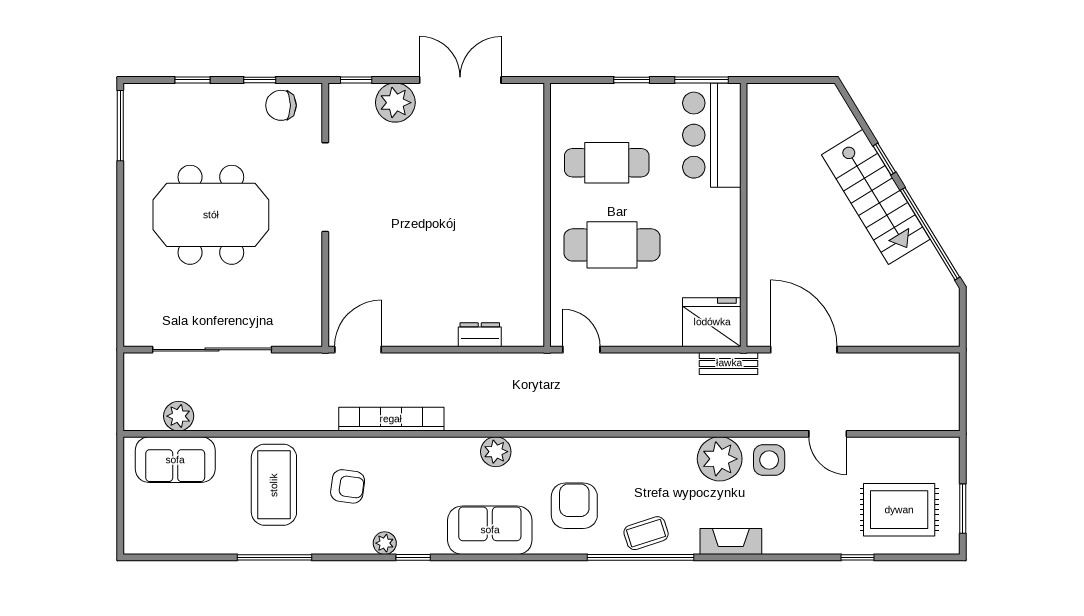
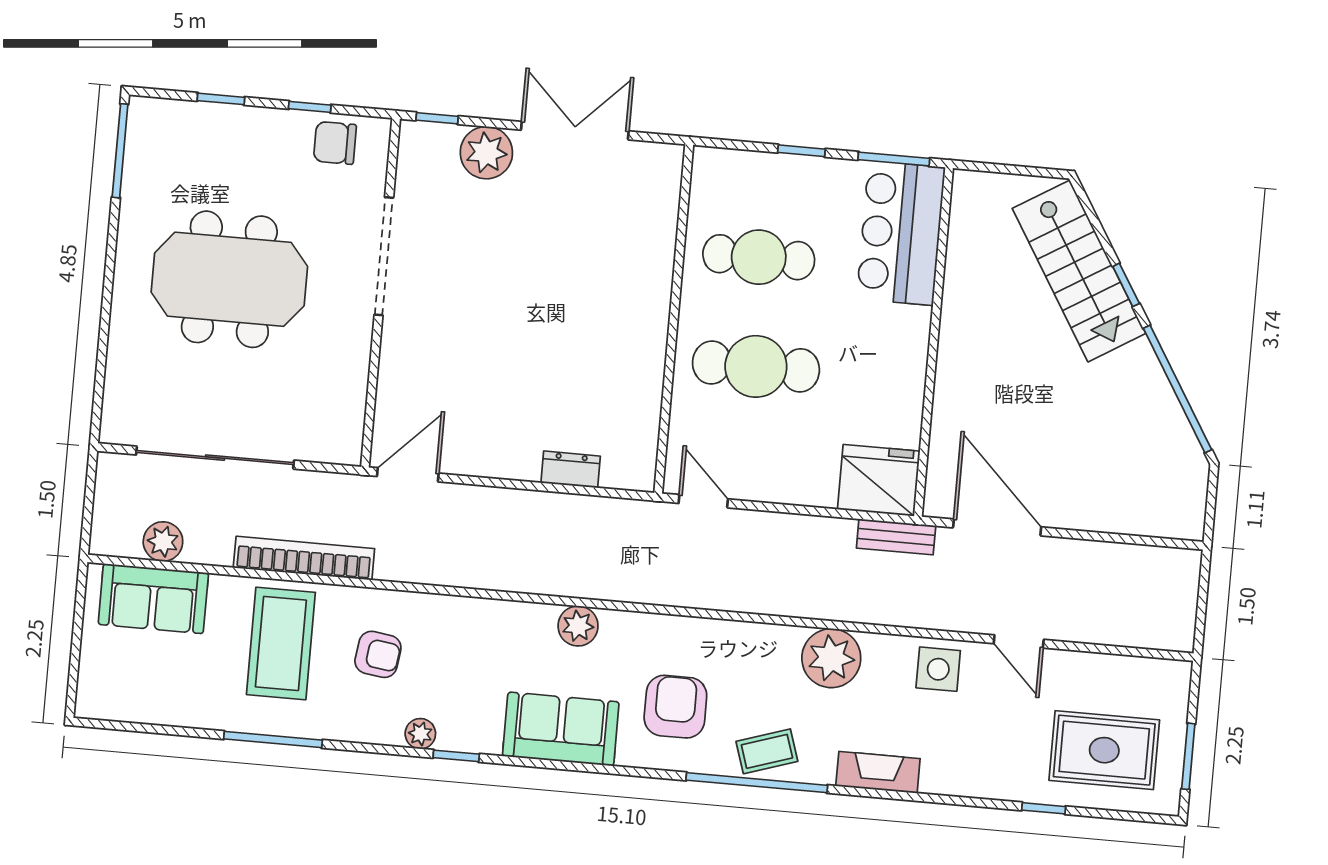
stairs: (876, 197) -> (1079, 271), moved
bookcase: (391, 419) -> (304, 558), moved
plant: (720, 459) -> (831, 658), moved

